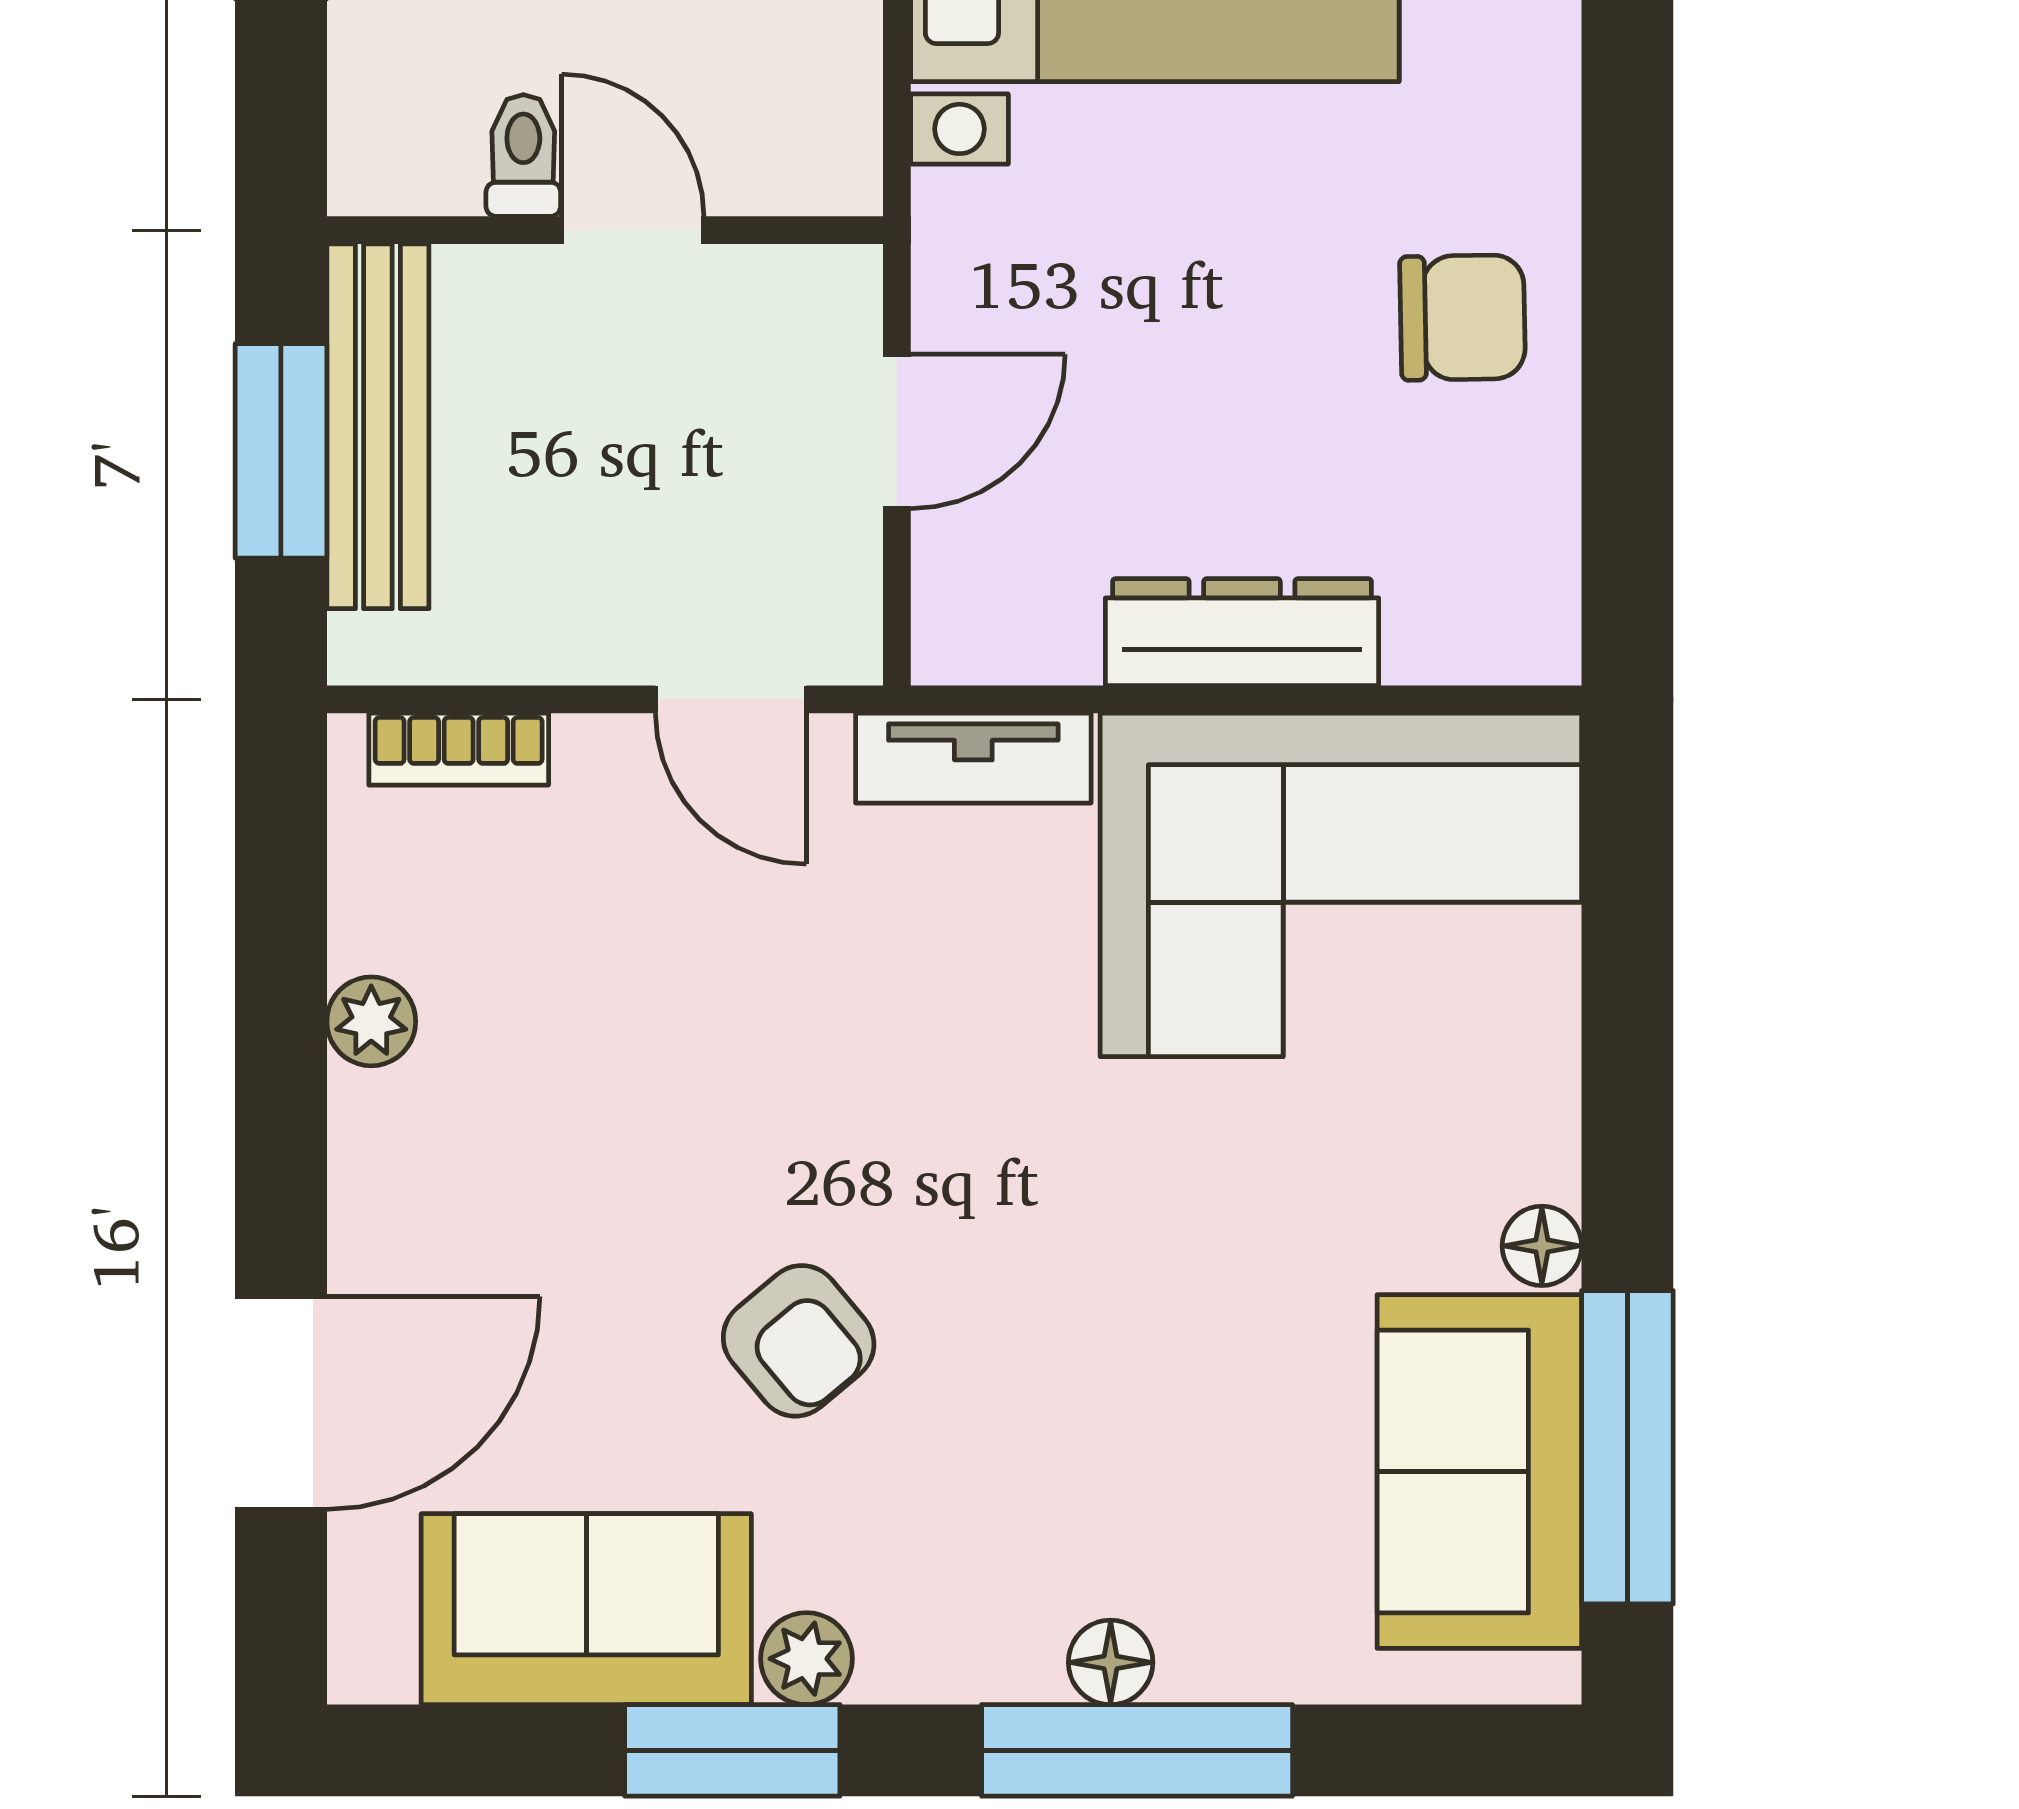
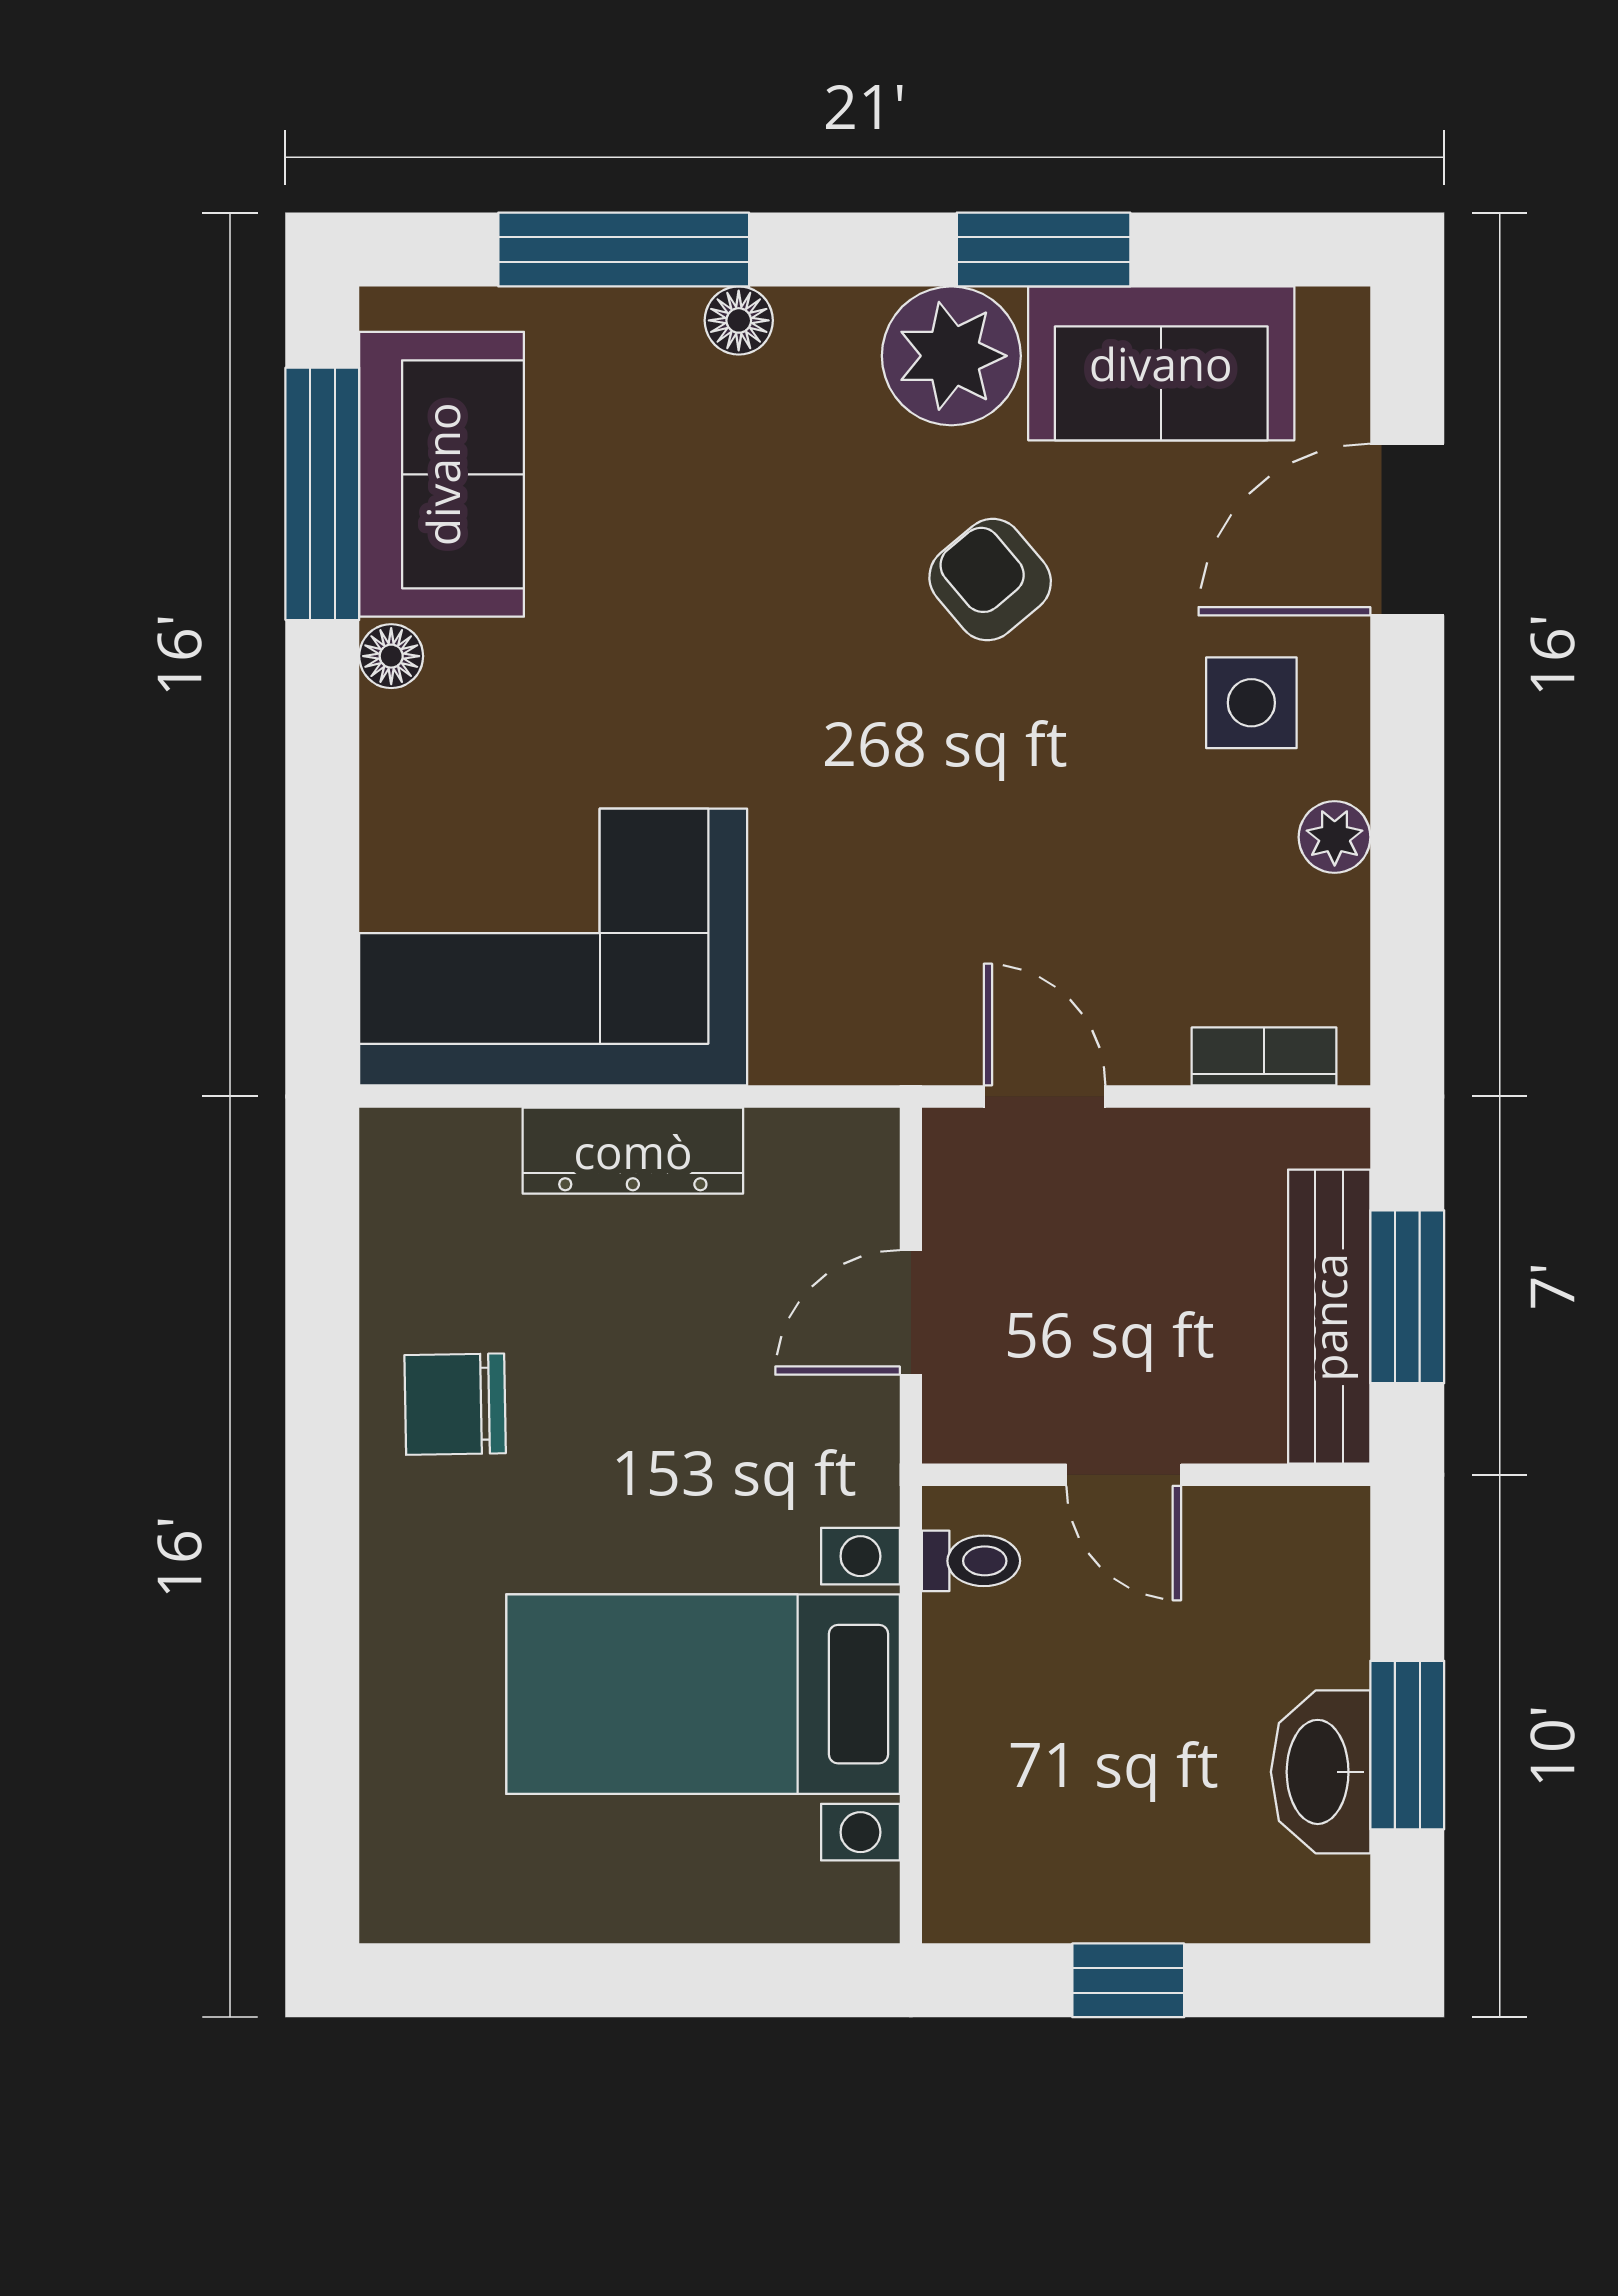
toilet: (523, 155) -> (971, 1561), moved, turned -90
tv unit: (973, 758) -> (849, 1049), removed
side table: (474, 1188) -> (1251, 703), added
plant: (806, 1659) -> (951, 356), width x1.87, depth x1.87
window: (1137, 1750) -> (624, 249), moved

